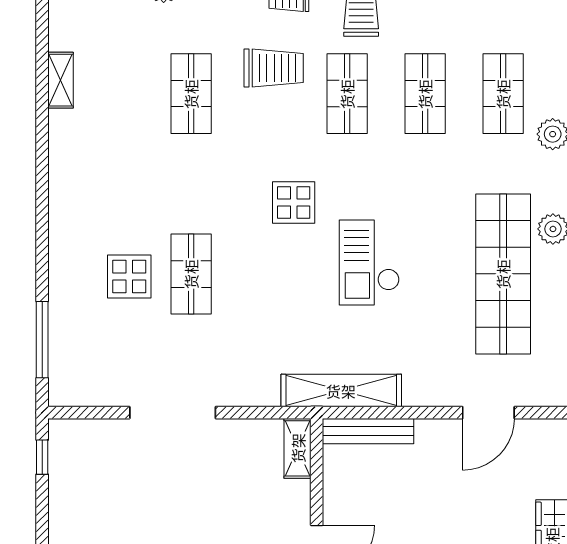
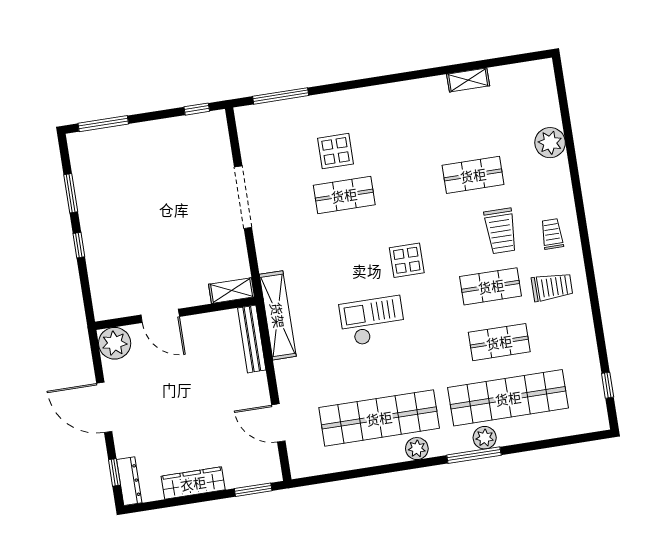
shop shelf: (503, 94) -> (508, 398), width x2.00, depth x1.36

